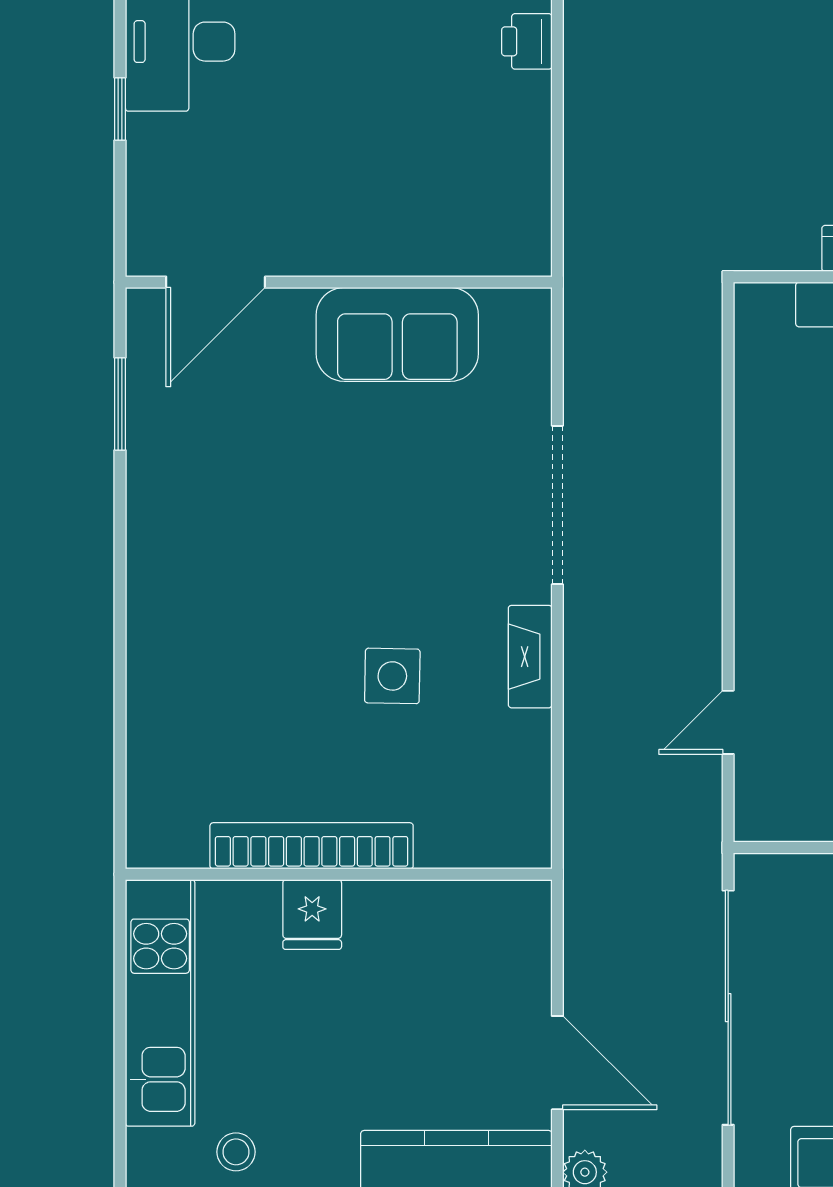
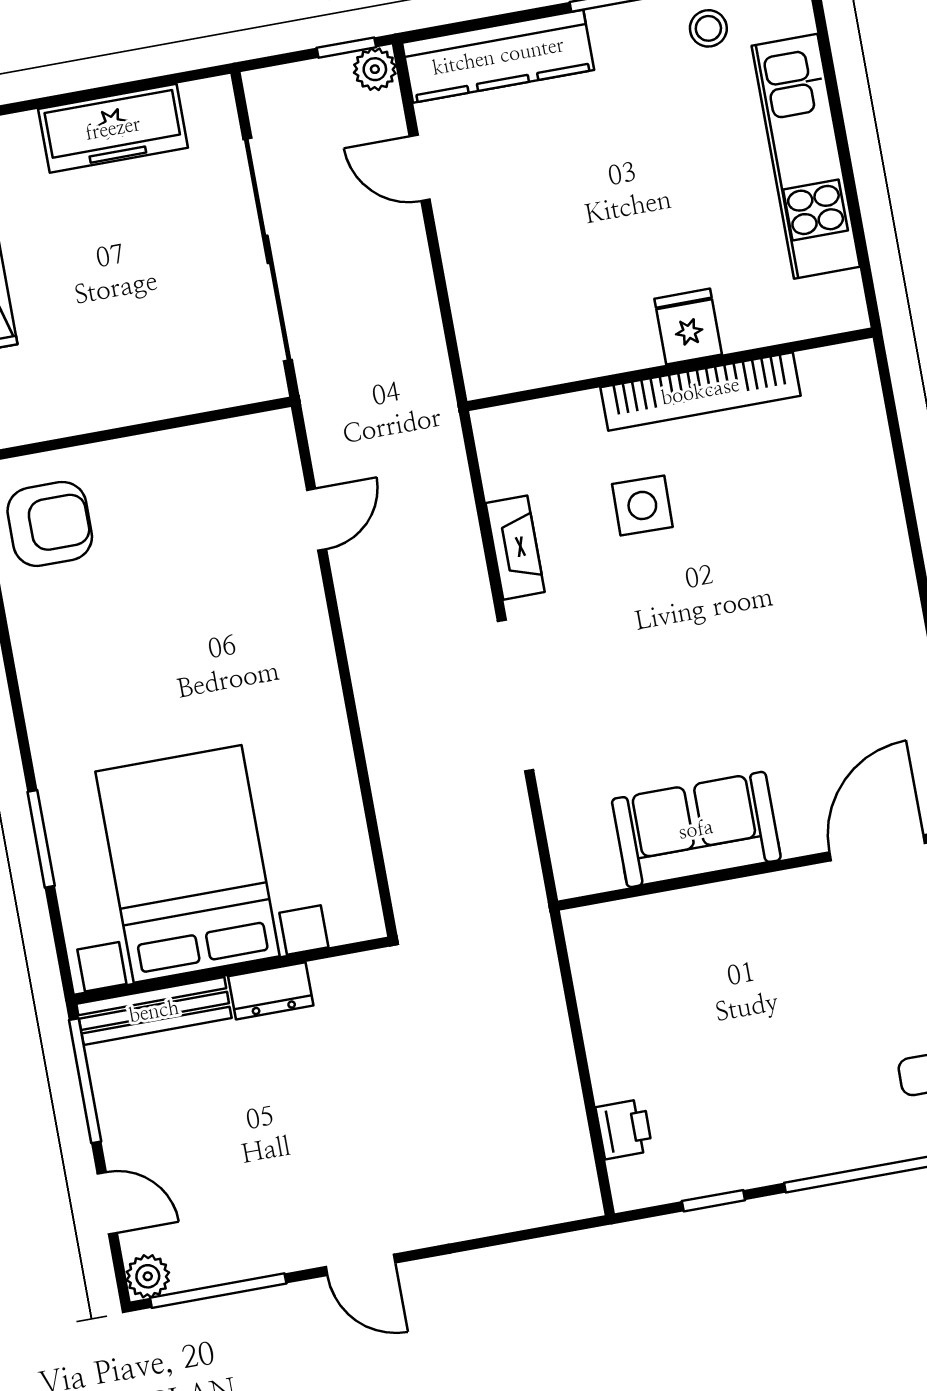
bookcase: (312, 846) -> (700, 391), moved
wall: (339, 874) -> (670, 369), moved
fridge: (312, 915) -> (688, 327), moved
door: (557, 1063) -> (420, 168), width x0.73

